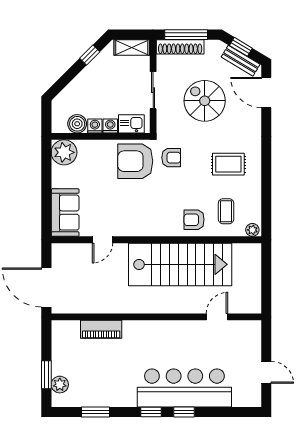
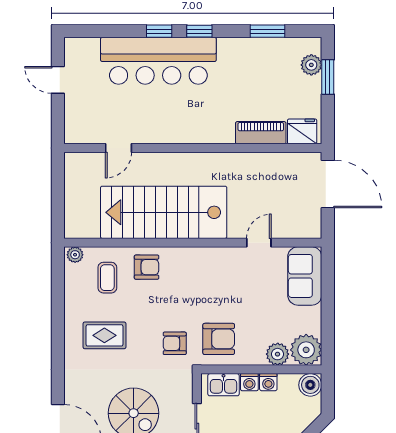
boiler: (77, 124) -> (310, 385), moved
plant: (87, 149) -> (278, 354), added
armchair: (135, 161) -> (219, 339), width x0.73, depth x0.73
fridge: (67, 330) -> (302, 131), added

